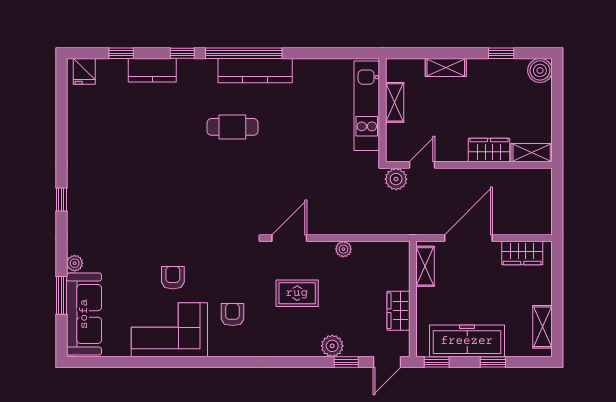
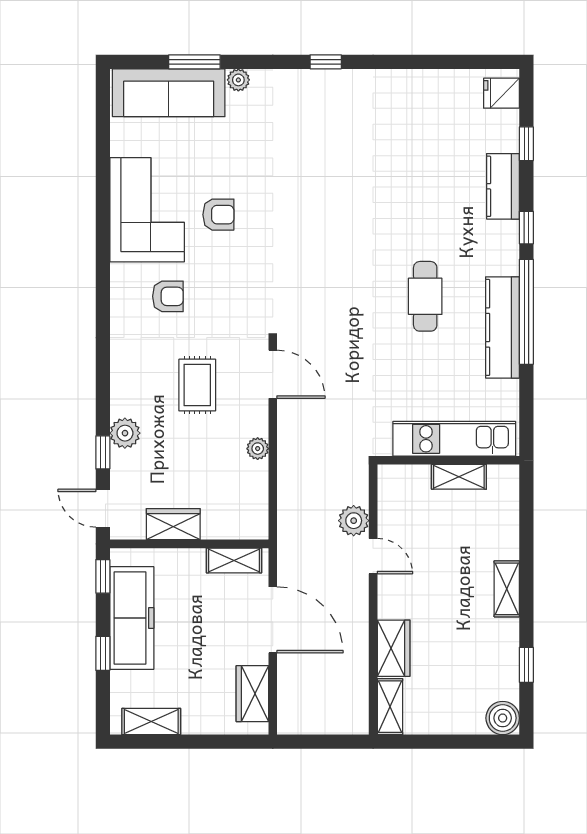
shelving: (395, 102) -> (459, 477), moved
kitchen unit: (367, 106) -> (454, 439), moved
wall: (382, 110) -> (448, 460), moved

